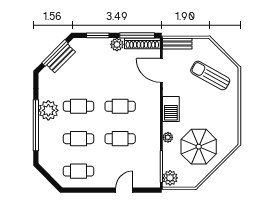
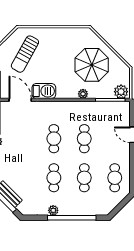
door: (161, 70) -> (20, 100), swing flipped
barbecue: (171, 109) -> (44, 91), moved
plant: (48, 110) -> (53, 210), width x0.53, depth x0.53

